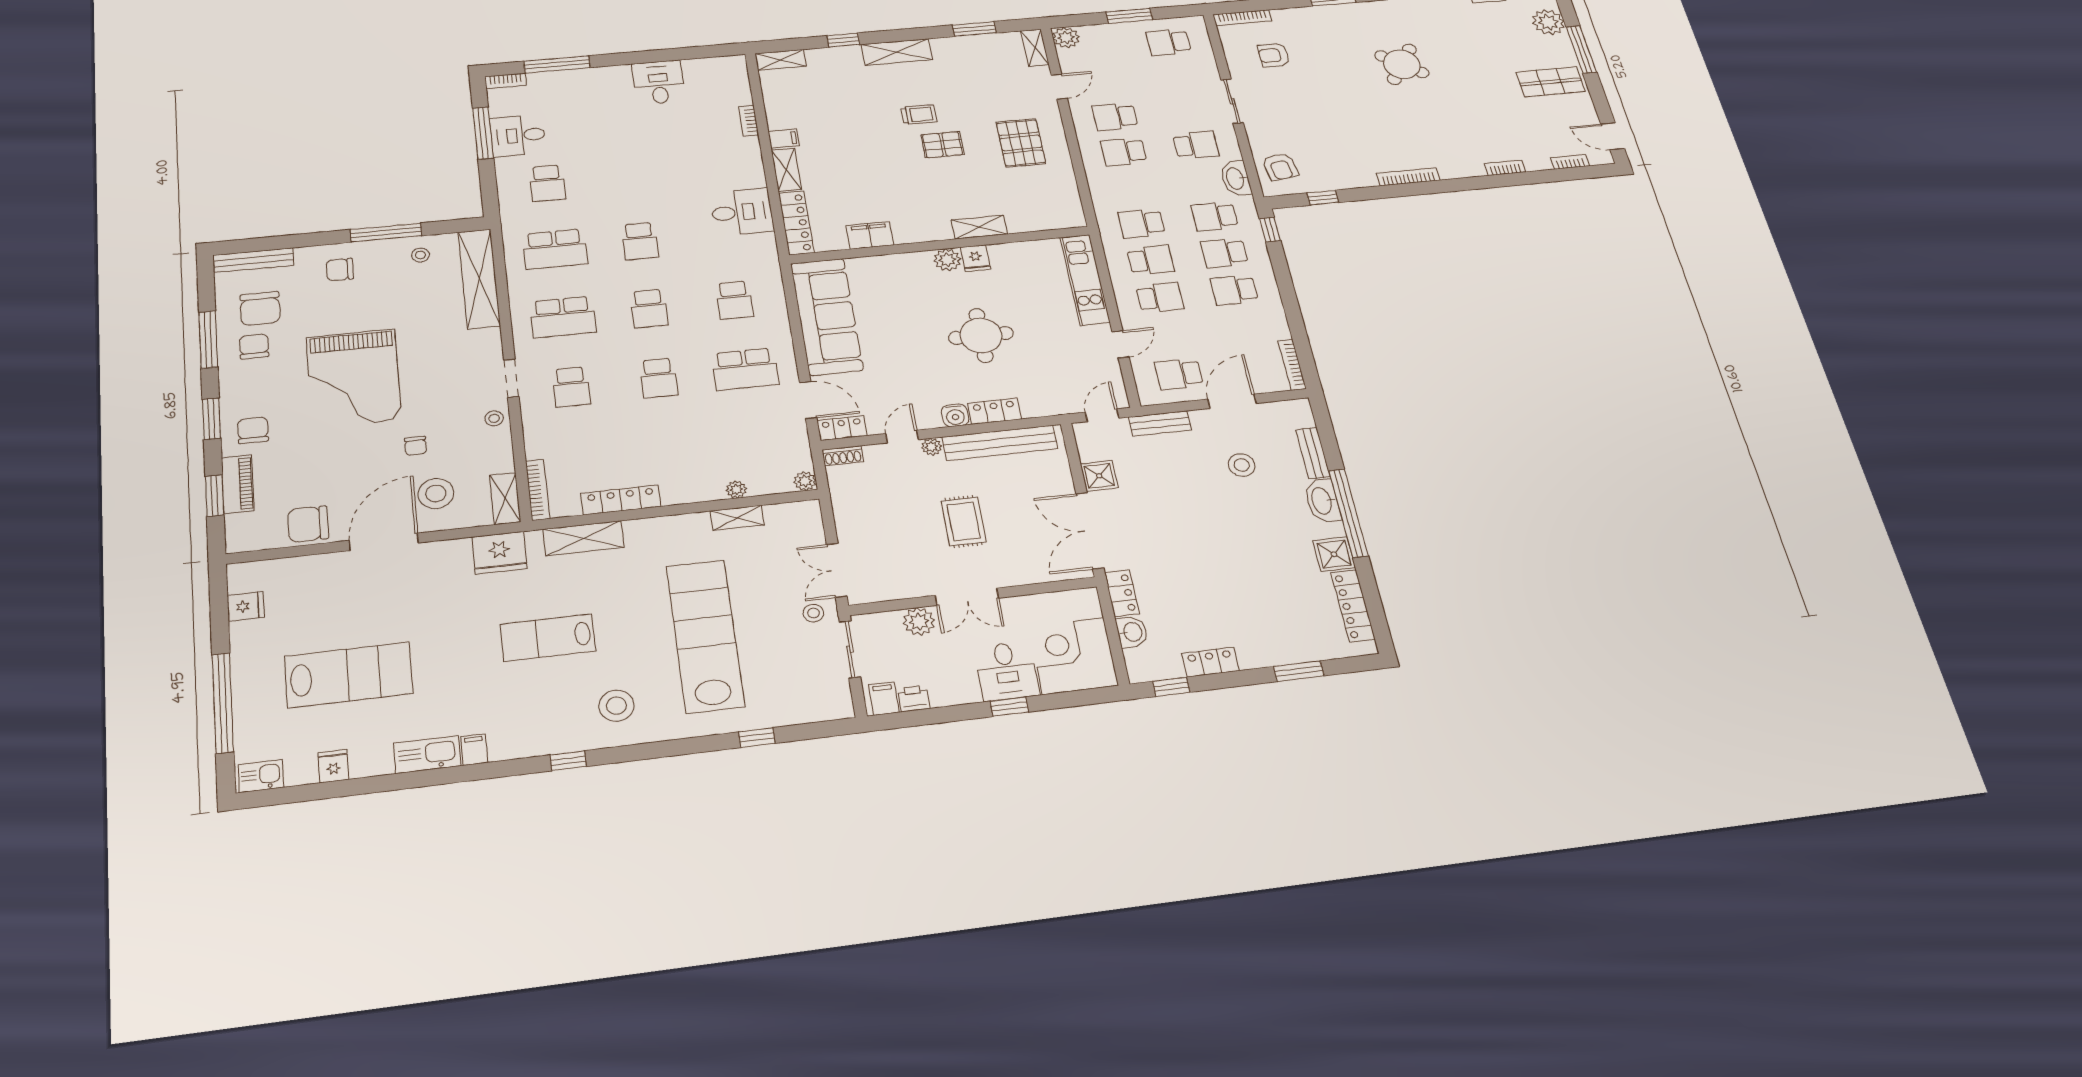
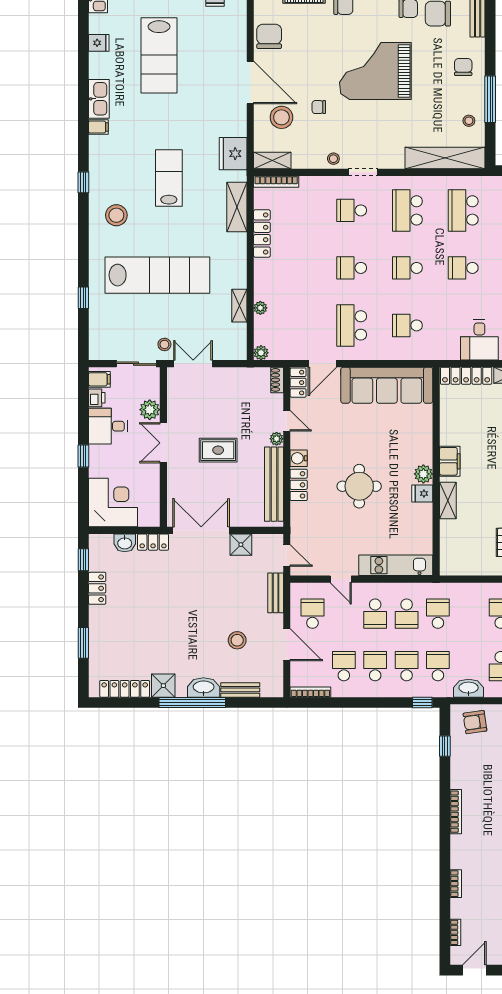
filing cabinet: (870, 235) -> (450, 461), moved
school desk: (1244, 328) -> (344, 666), added
desk: (1007, 671) -> (108, 426), moved

